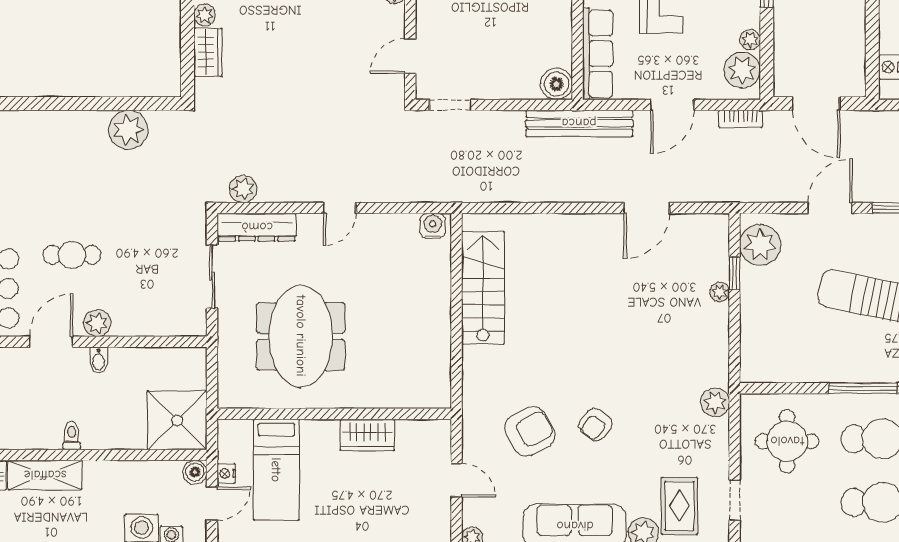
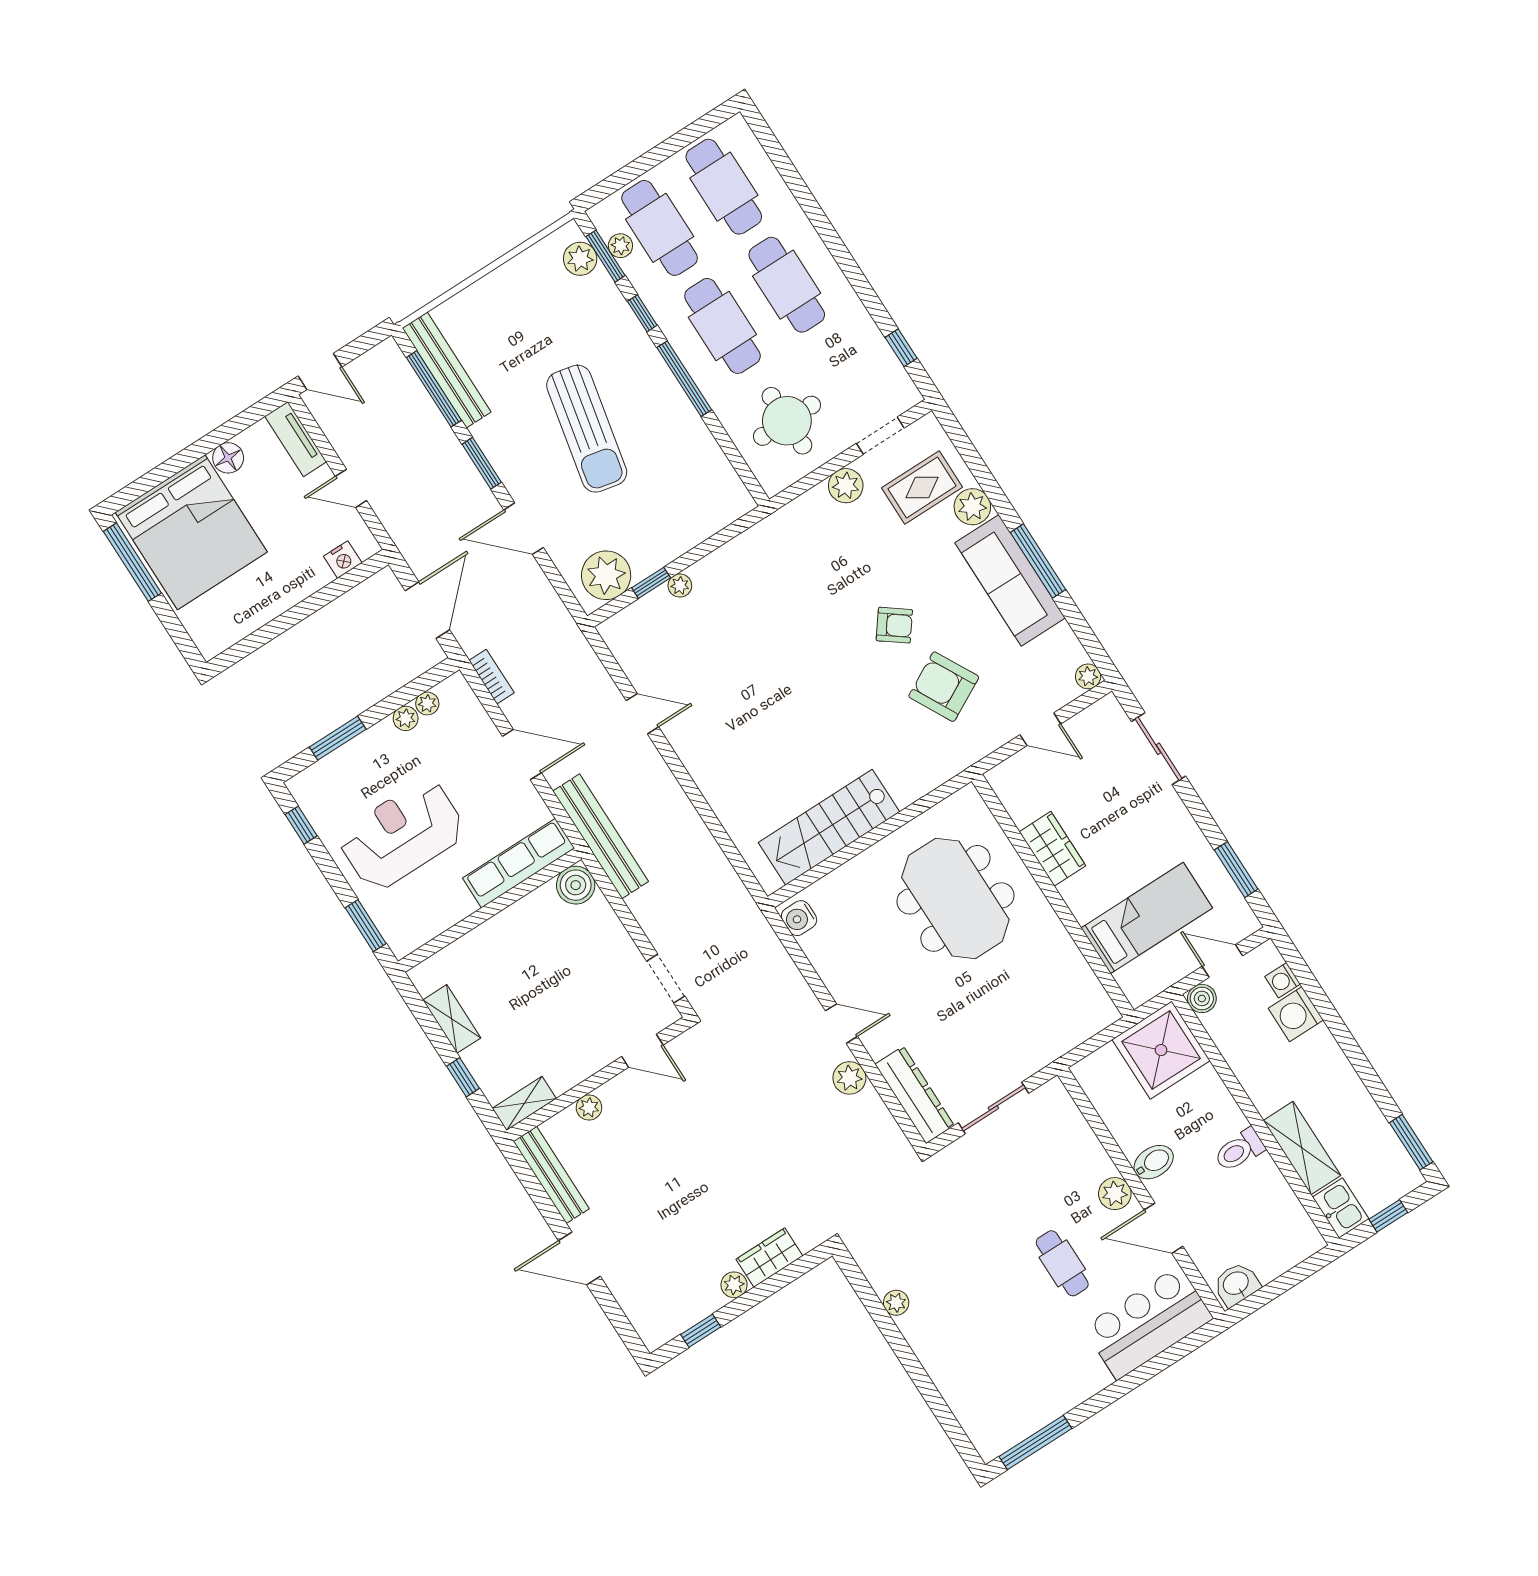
plant: (742, 70) -> (427, 704), width x0.53, depth x0.53
plant: (128, 130) -> (896, 1303), width x0.53, depth x0.53
plant: (243, 189) -> (849, 1078), moved
door: (647, 208) -> (642, 714), width x0.73
meeting table: (301, 336) -> (955, 898), moved, turned 90
bidet: (98, 360) -> (1154, 1162), width x1.38, depth x1.36
plant: (715, 402) -> (846, 486), moved
toilet: (72, 436) -> (1239, 1150), width x1.37, depth x1.39
nightstand: (226, 473) -> (1183, 966), removed
door: (457, 480) -> (1040, 729), swing flipped

